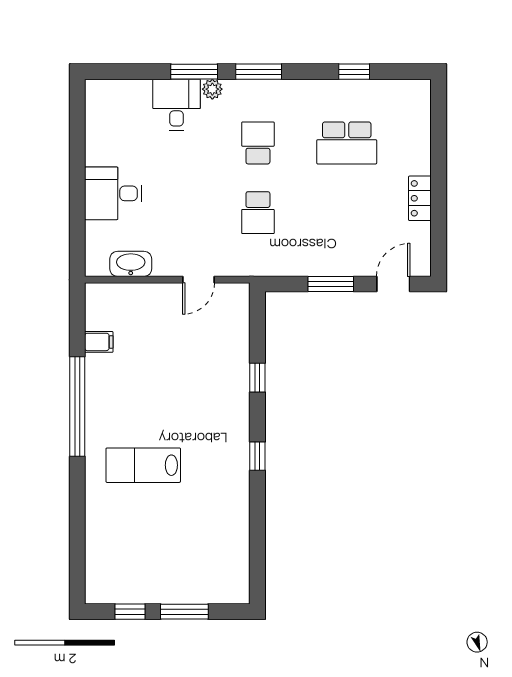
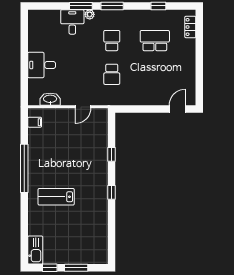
school desk: (347, 143) -> (155, 41), turned 180
locker: (420, 198) -> (190, 27), moved
window: (331, 284) -> (147, 109), removed
filing cabinet: (99, 342) -> (35, 122), moved
kitchen sink: (100, 575) -> (35, 250), added

